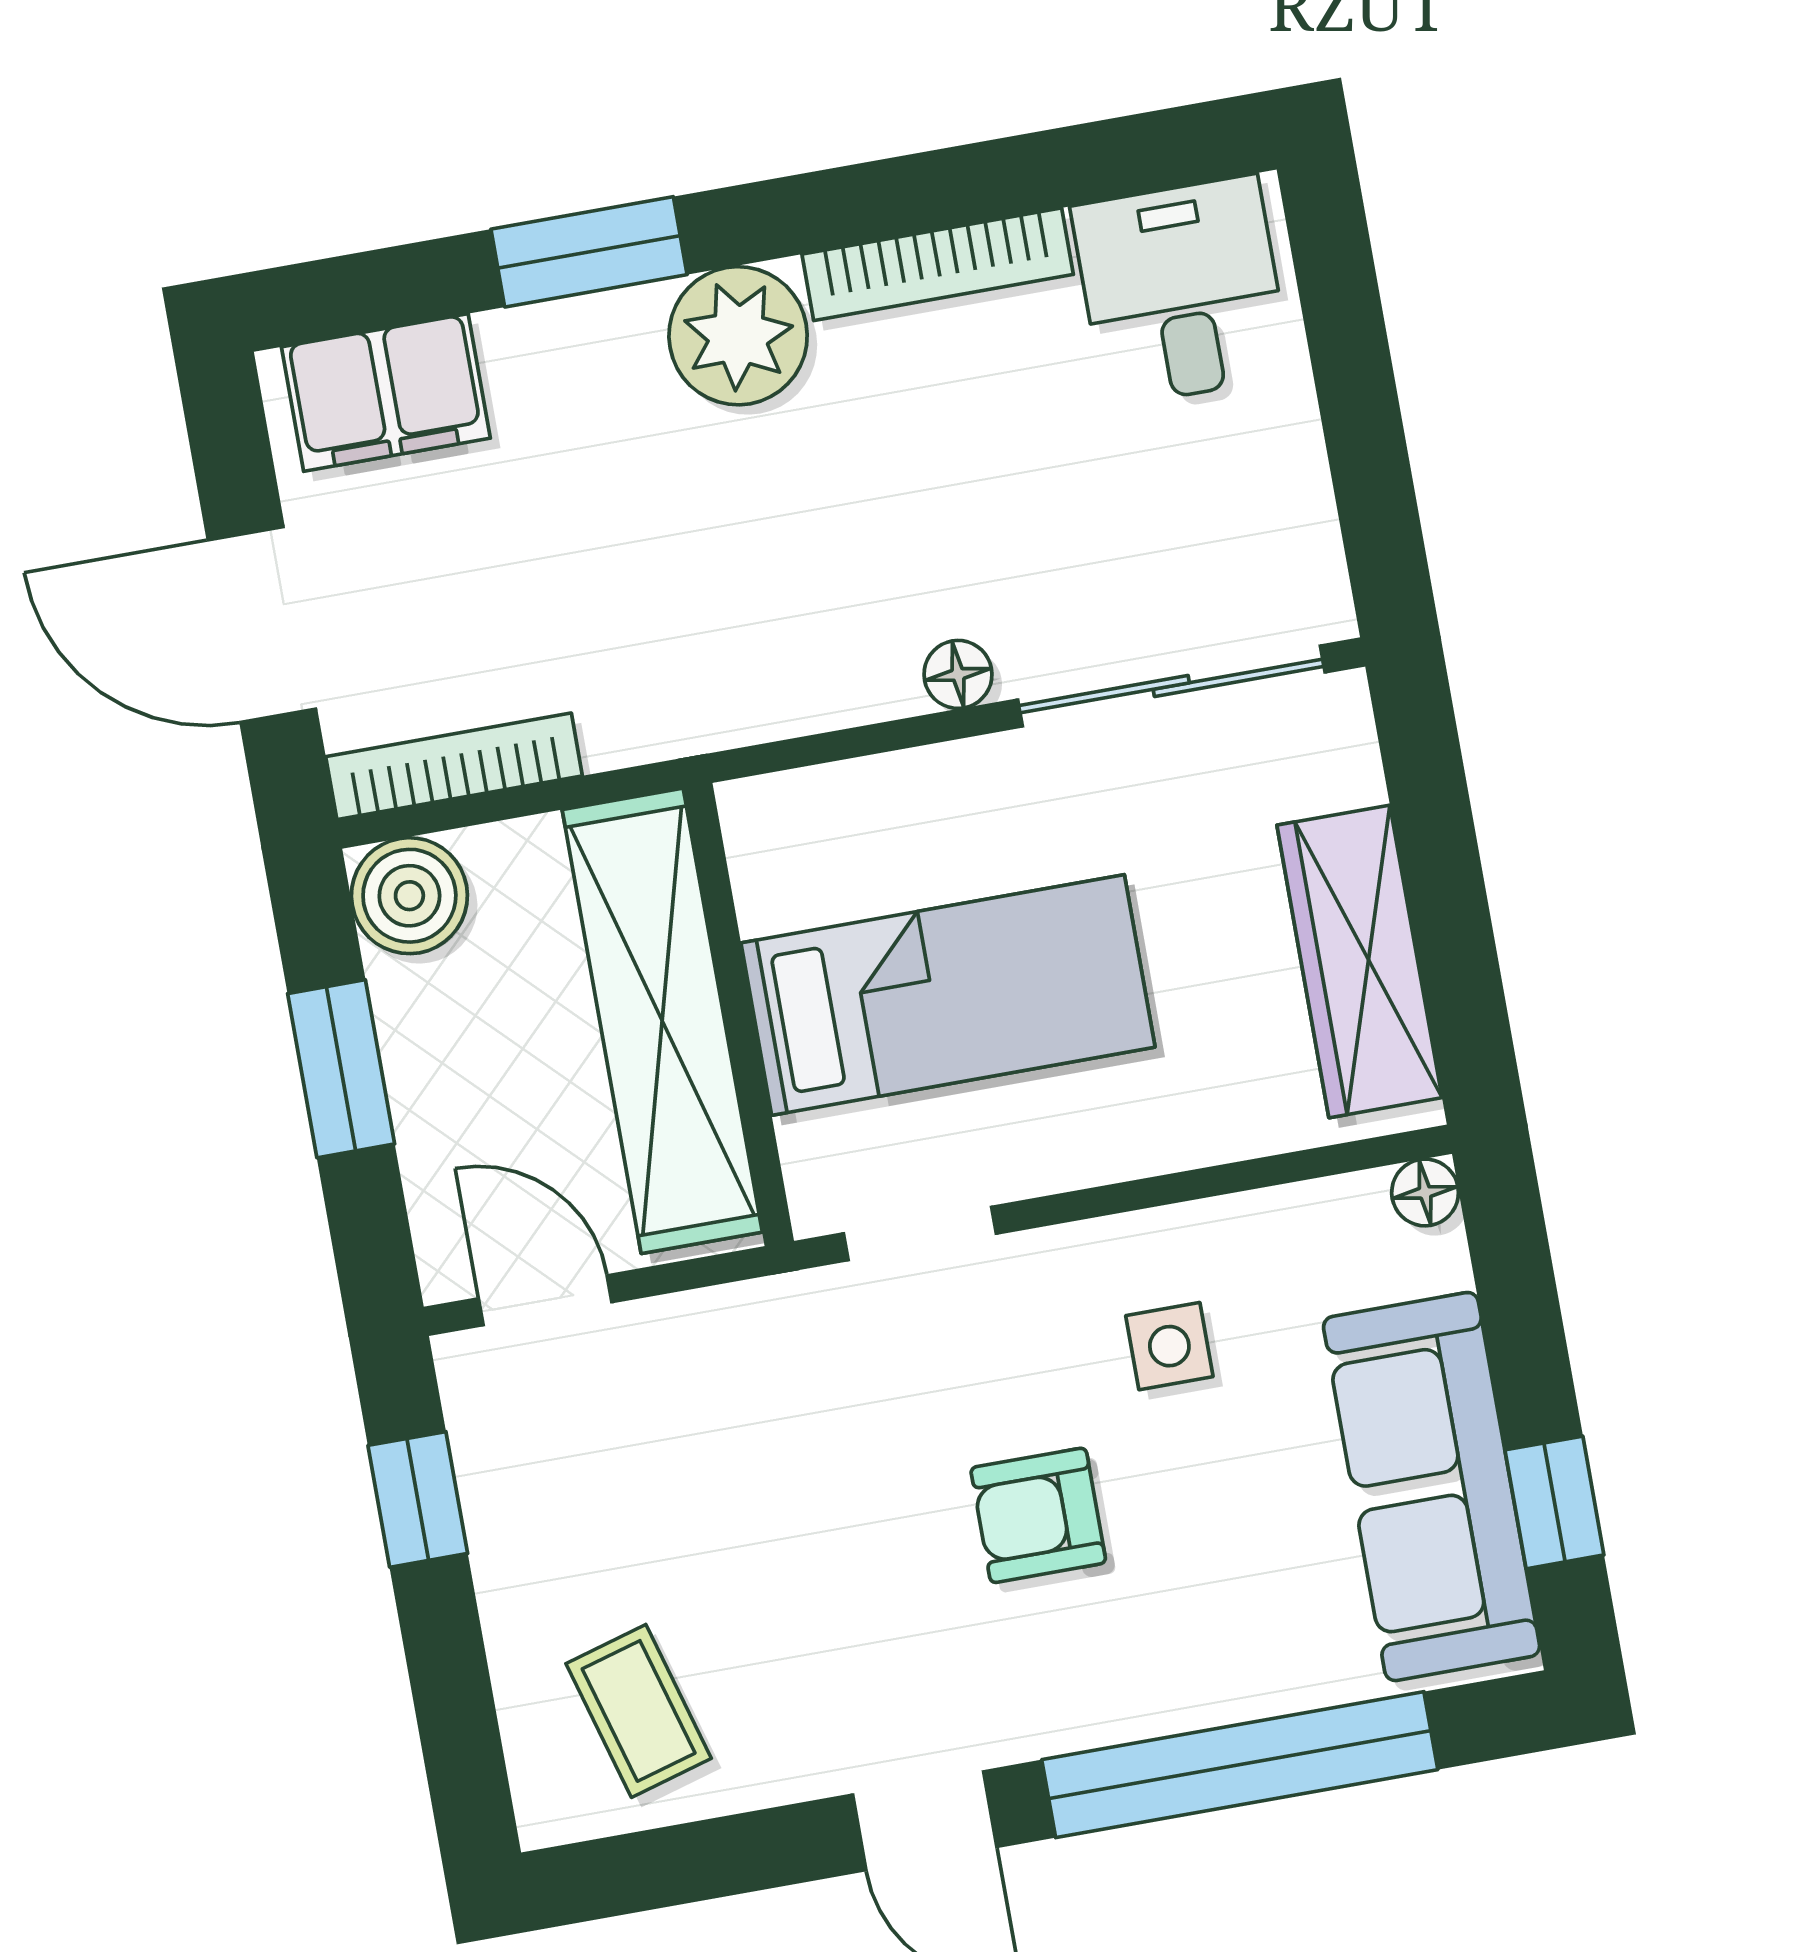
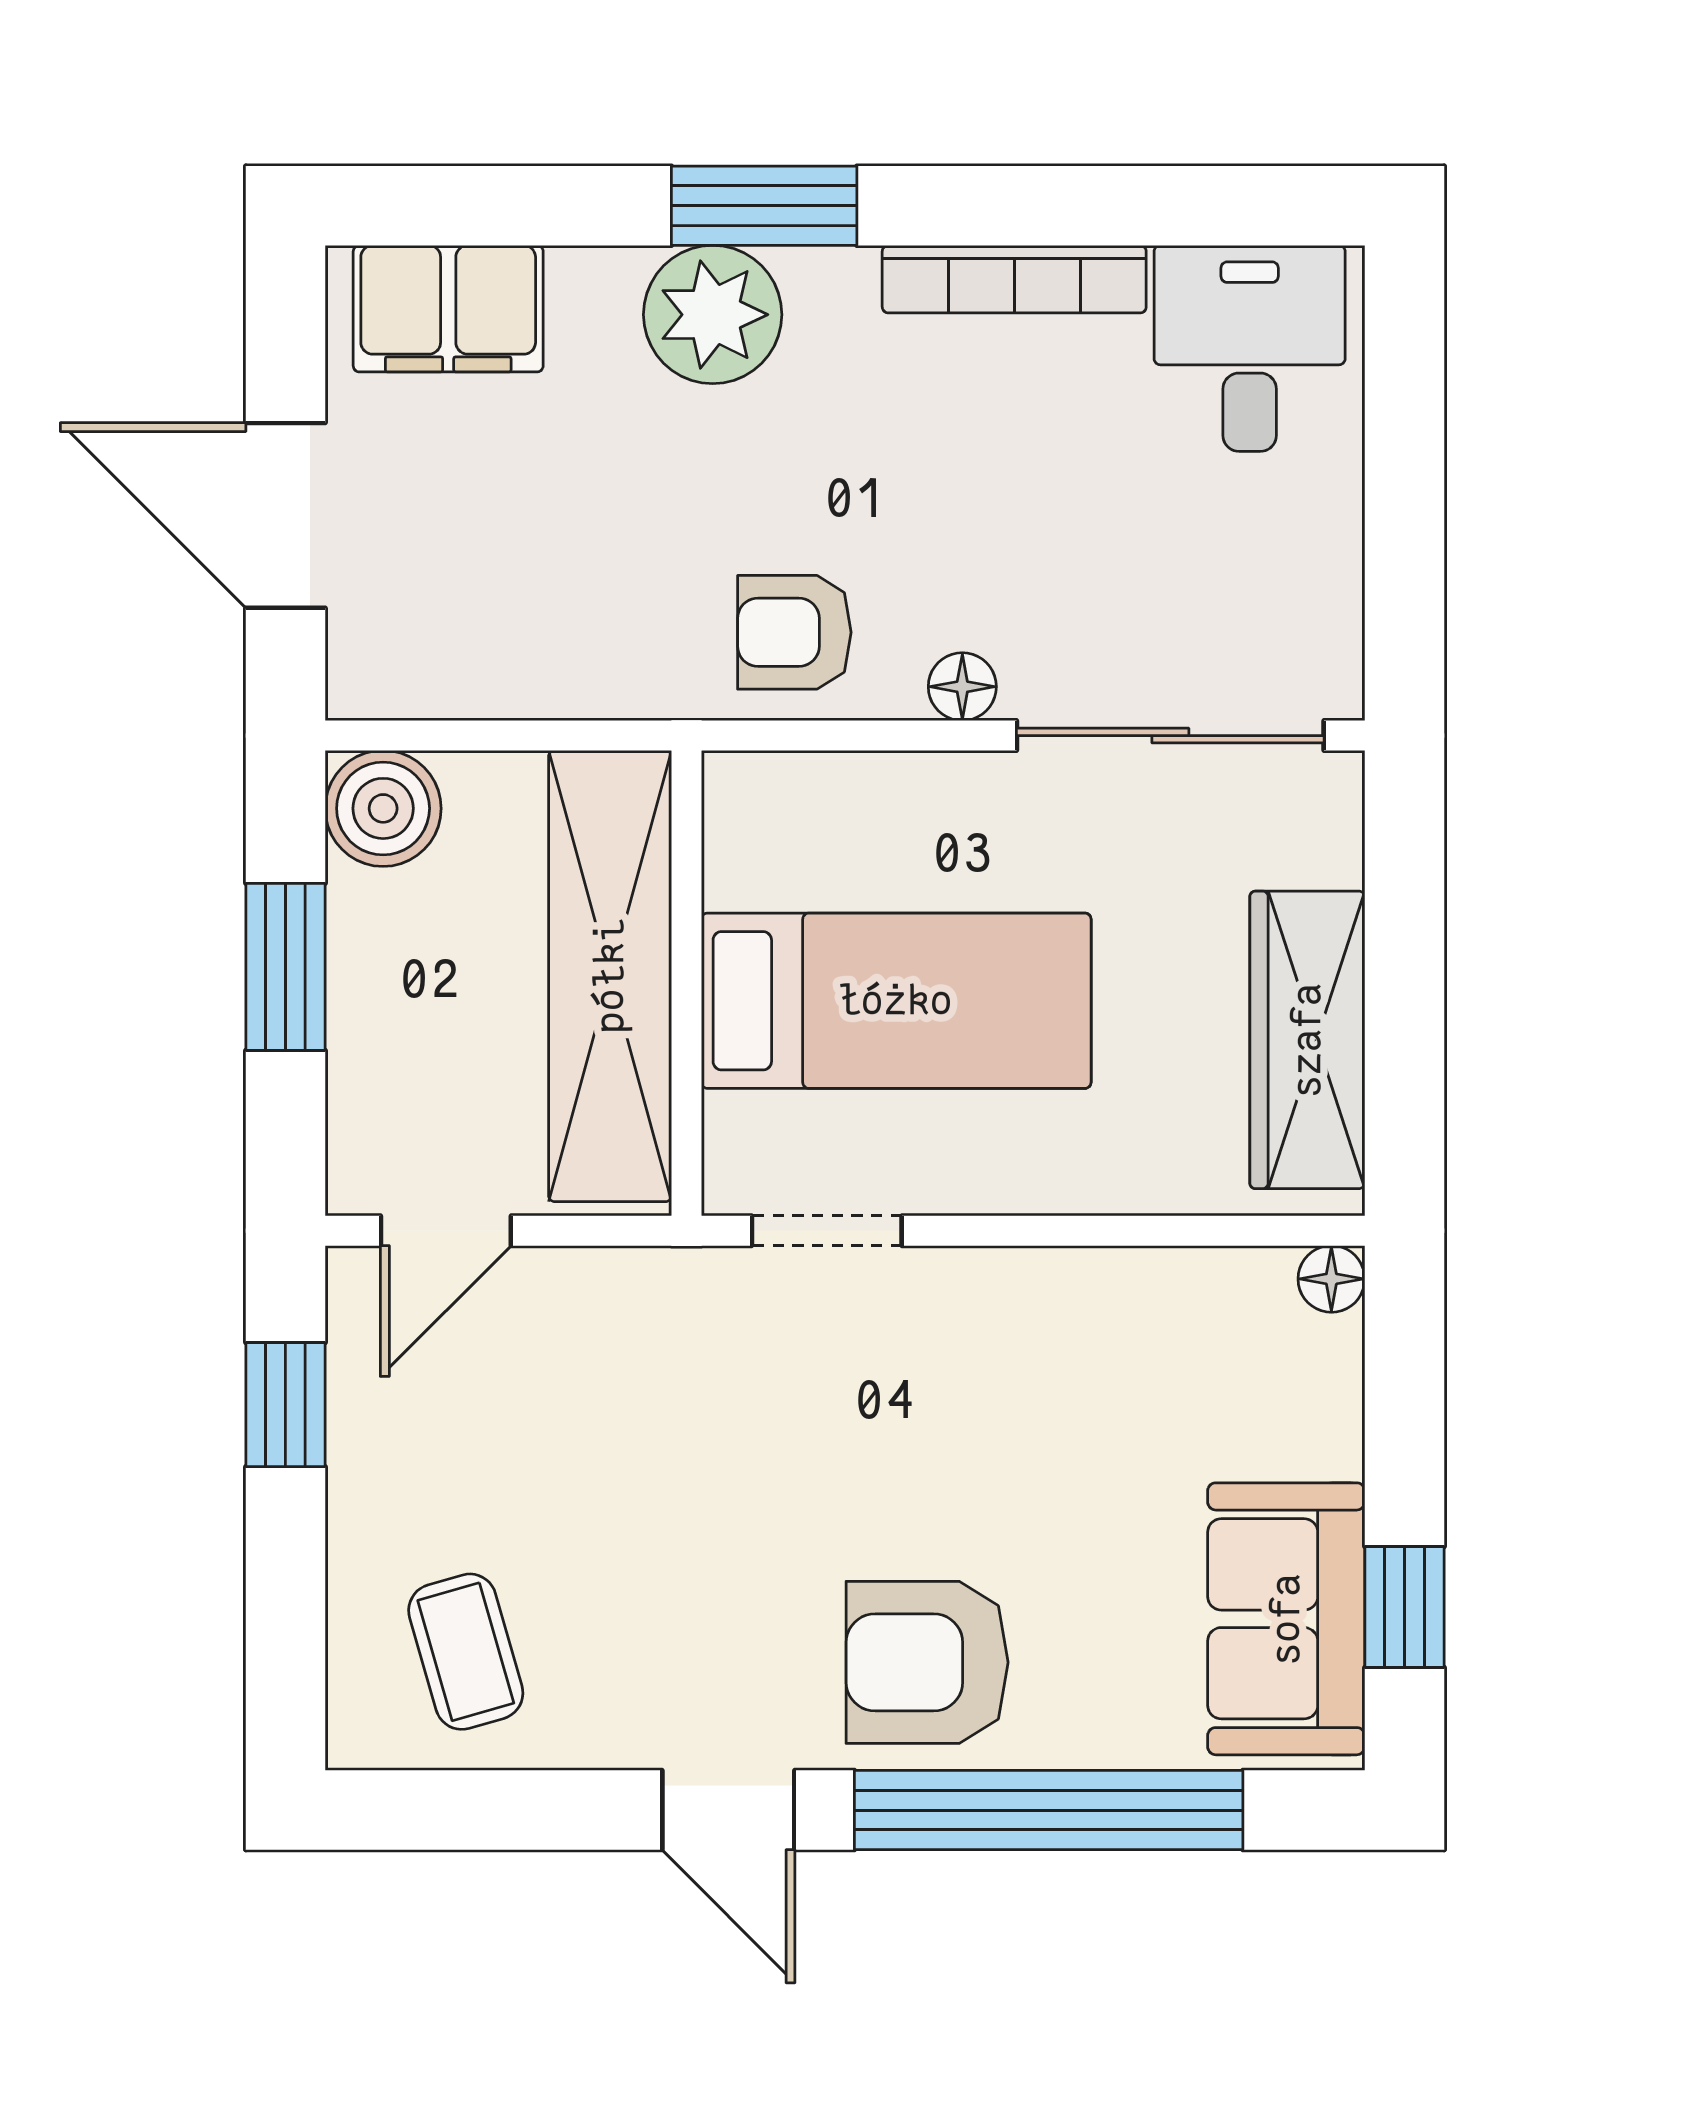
window: (589, 252) -> (764, 206), moved
plant: (738, 336) -> (713, 315), moved
armchair: (783, 650) -> (794, 632), added
bookcase: (454, 766) -> (450, 689), removed
door: (545, 1300) -> (446, 1231), swing flipped
side table: (1169, 1346) -> (1053, 1385), removed
sofa: (1432, 1487) -> (1286, 1619), width x0.73
armchair: (1038, 1515) -> (927, 1662), moved, width x1.38, depth x1.38

